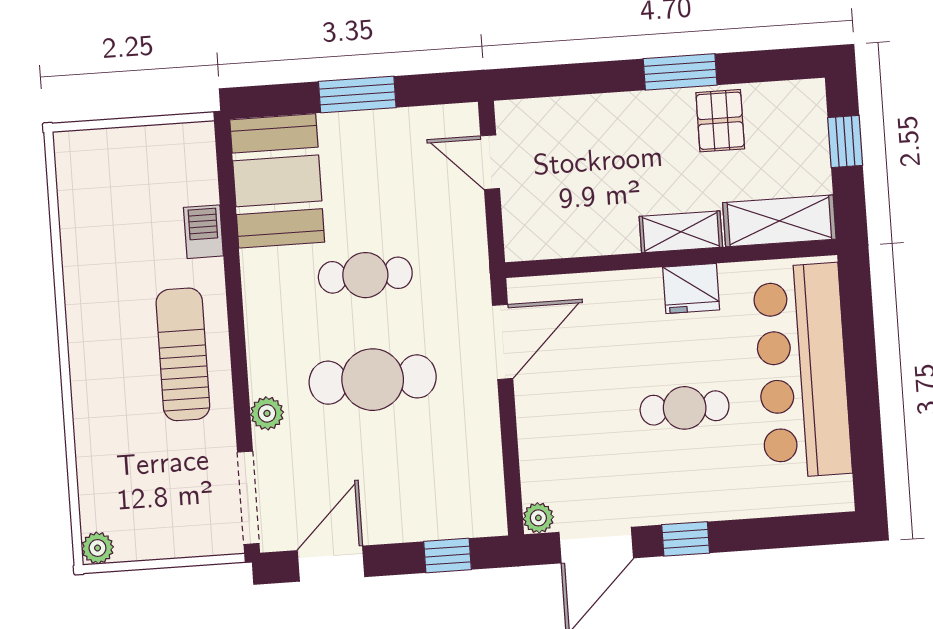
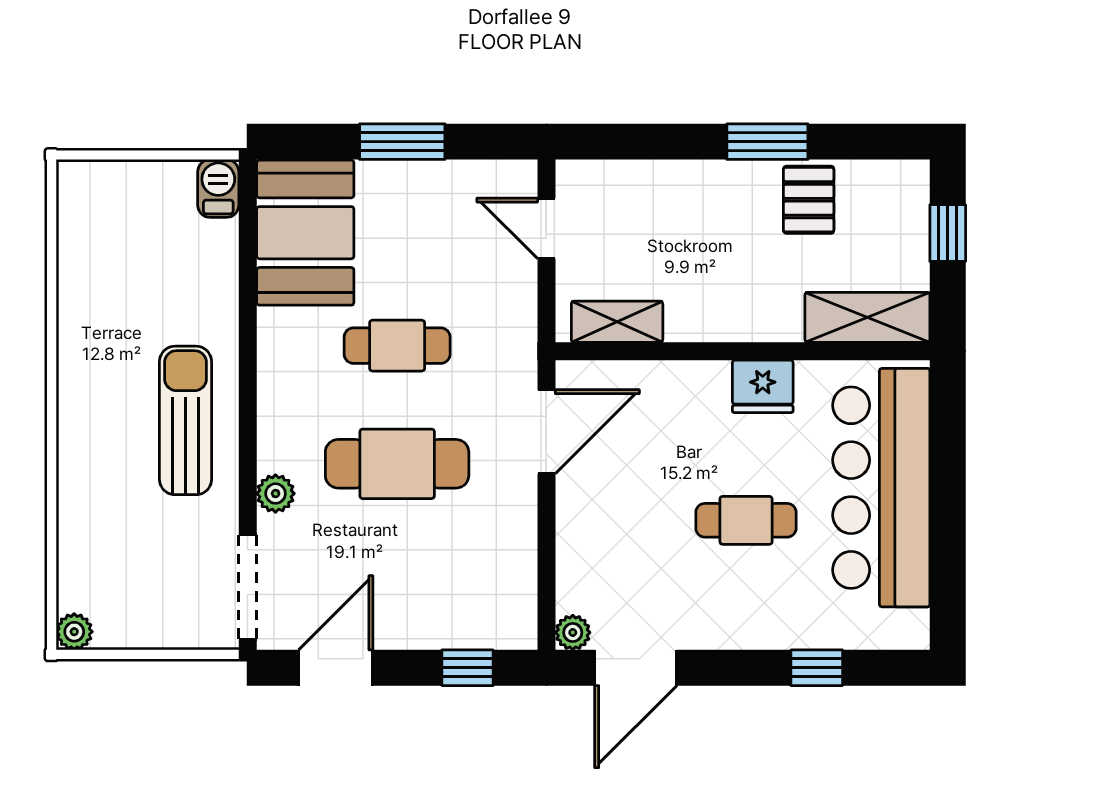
barbecue: (203, 232) -> (218, 188), moved
shelving: (681, 232) -> (617, 322), moved
window: (686, 539) -> (817, 668), moved

